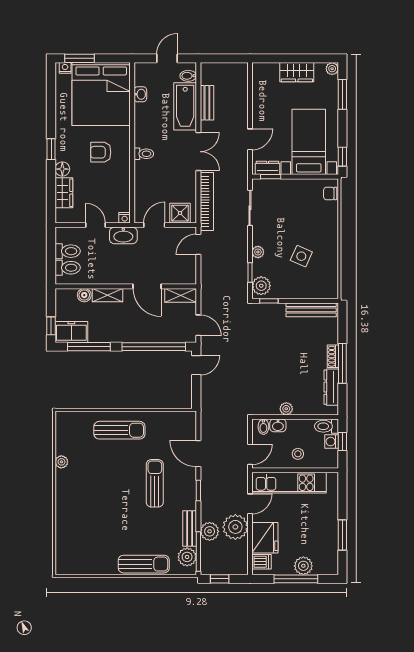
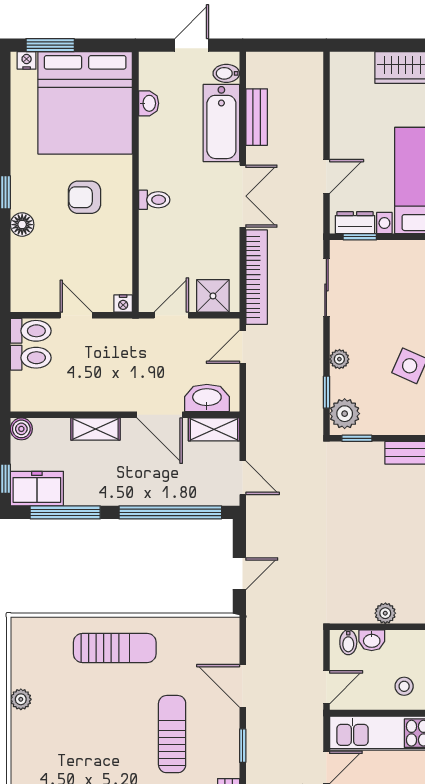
wardrobe: (64, 193) -> (25, 263), removed
washbasin: (123, 235) -> (207, 398), moved, turned 180
toilet: (68, 268) -> (31, 331), moved
boiler: (84, 295) -> (21, 429), moved
door: (196, 365) -> (239, 574), moved

